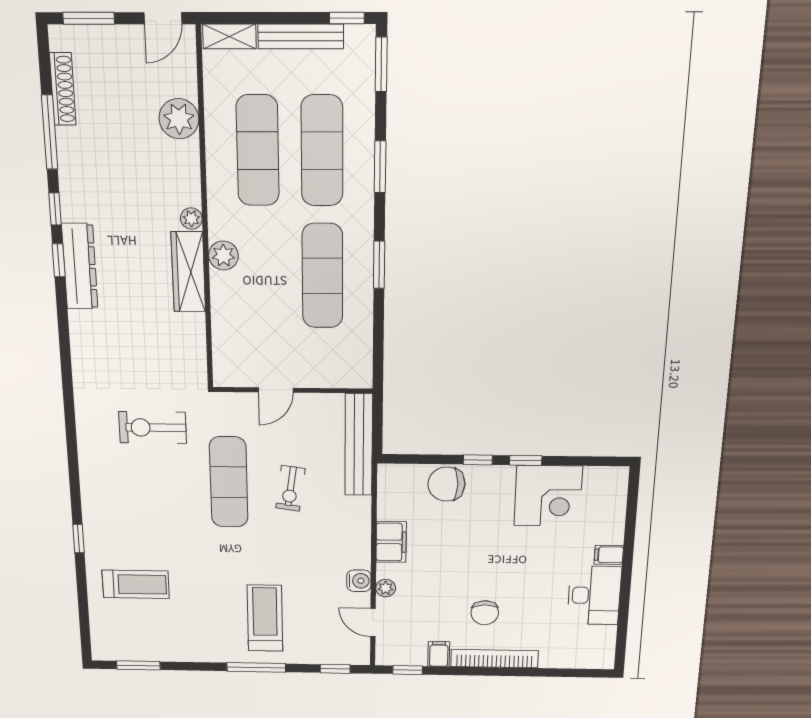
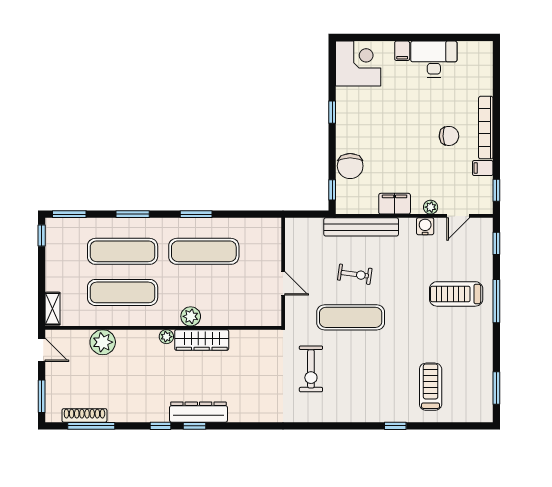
bench: (301, 36) -> (53, 264), removed
window: (50, 132) -> (91, 426), moved
bench: (359, 445) -> (361, 227), moved
window: (478, 460) -> (332, 190), moved
corner desk: (548, 496) -> (358, 63), moved

